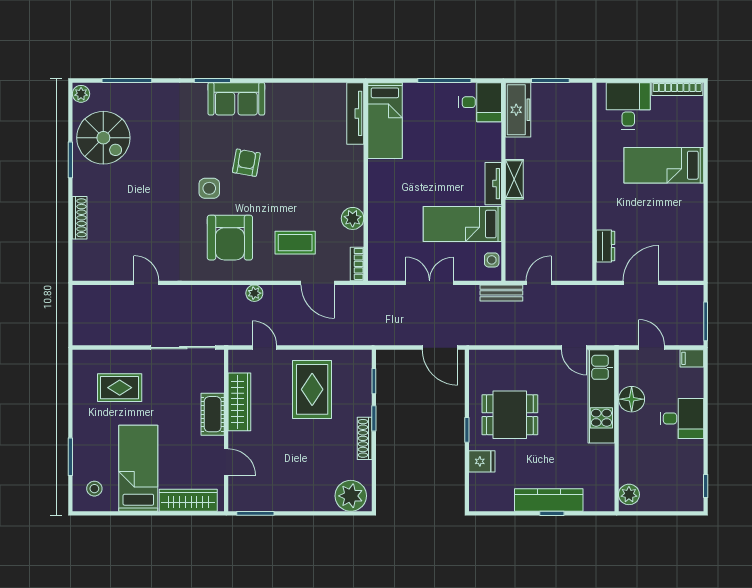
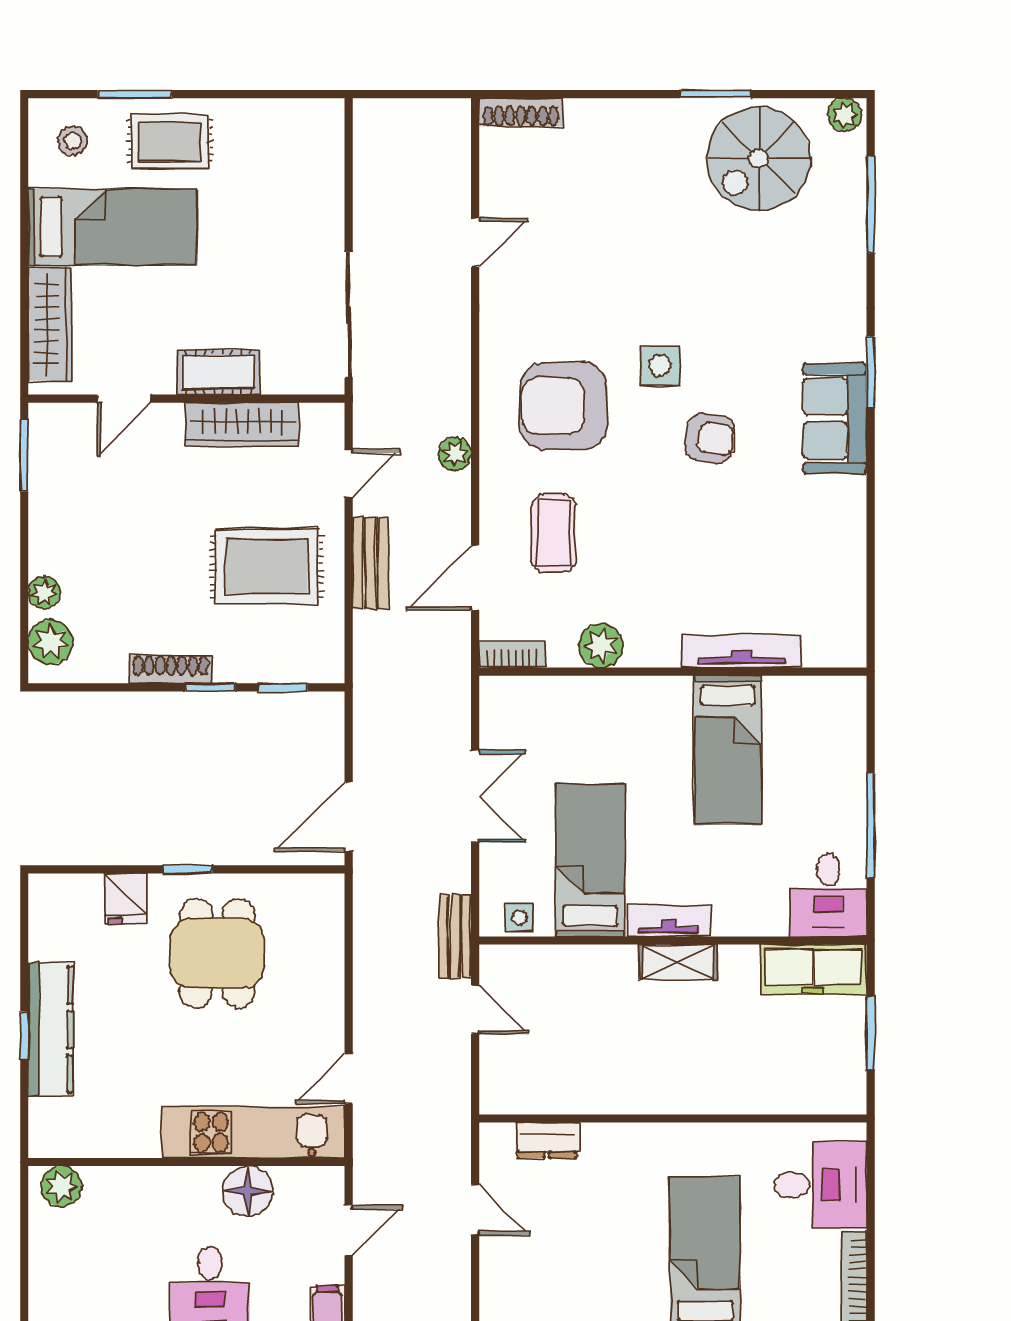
tv unit: (355, 113) -> (742, 651), moved
bed: (385, 121) -> (728, 750), moved, turned -90
shoe rack: (80, 218) -> (521, 112), moved
door: (641, 283) -> (475, 1210), width x0.73
bench: (310, 336) -> (370, 563), added
rug: (120, 388) -> (170, 141), moved, turned 90
plant: (351, 496) -> (51, 642), width x0.73, depth x0.73
plant: (325, 503) -> (44, 592), added

